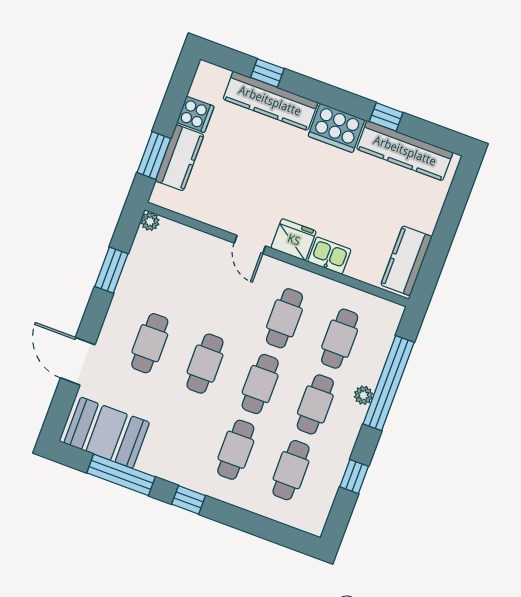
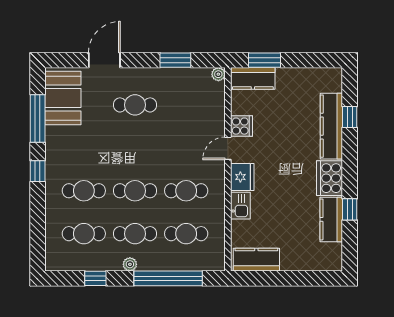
cooker: (195, 114) -> (241, 126), moved, turned -90
kitchen counter: (405, 151) -> (331, 219), width x0.67
kitchen counter: (180, 158) -> (253, 78), moved
cafe table: (205, 364) -> (135, 148), removed
plant: (363, 395) -> (130, 264), moved

